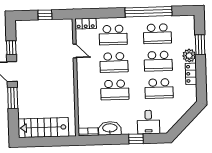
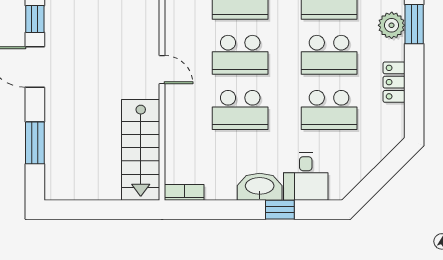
door: (75, 51) -> (162, 70), moved
plant: (189, 56) -> (392, 25), moved
window: (13, 98) -> (35, 143), moved
stairs: (43, 128) -> (141, 150), moved, turned -90
washbasin: (110, 128) -> (260, 187), moved

